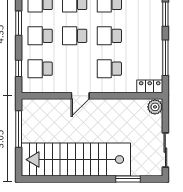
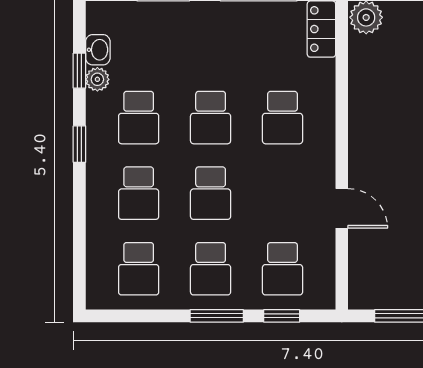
window: (19, 23) -> (217, 316), moved
door: (80, 96) -> (342, 208), moved

